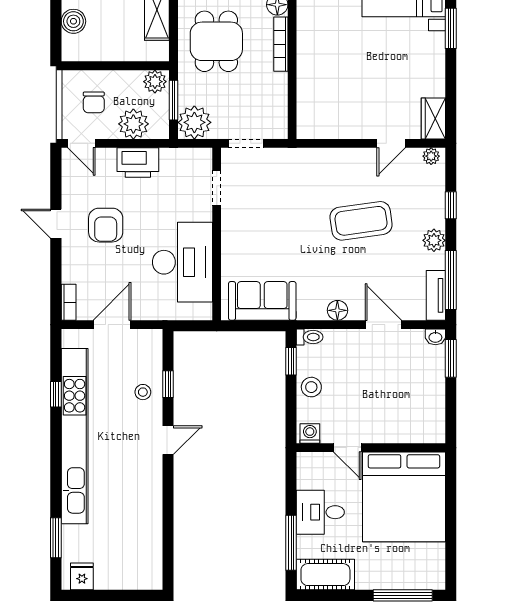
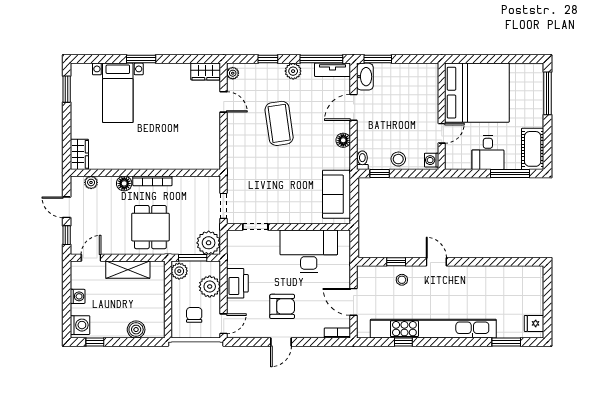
dining table: (216, 41) -> (150, 227), turned 90
chair: (94, 102) -> (194, 315), turned -90
washbasin: (435, 337) -> (365, 77), width x1.91, depth x1.45

